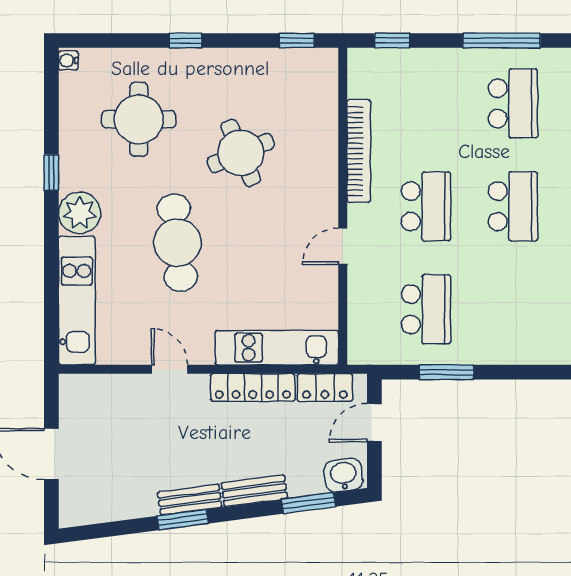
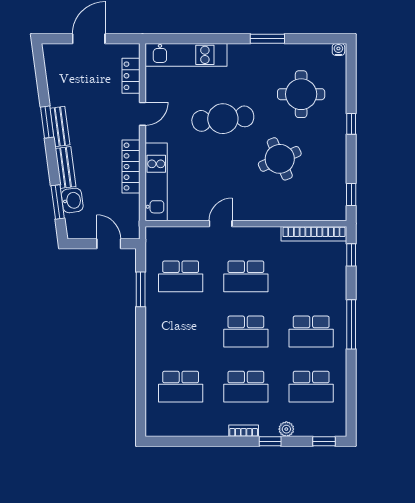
bookcase: (359, 151) -> (314, 234), moved
window: (51, 172) -> (267, 39), width x1.50
plant: (80, 213) -> (242, 57), removed
door: (343, 246) -> (221, 224), hinge flipped
locker: (325, 388) -> (131, 76), moved
washbasin: (343, 475) -> (72, 200), moved

